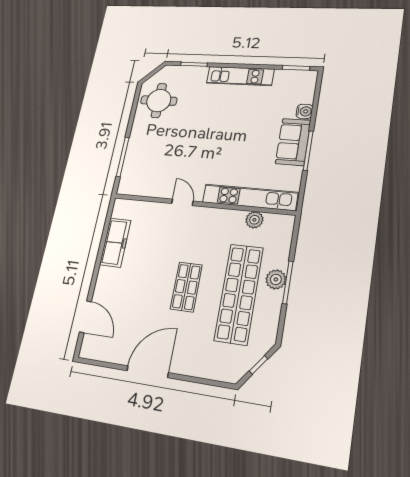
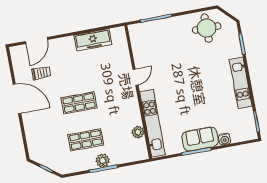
shop shelf: (239, 294) -> (86, 140), width x0.50, depth x0.74
trolley: (128, 325) -> (41, 73), added

